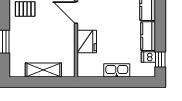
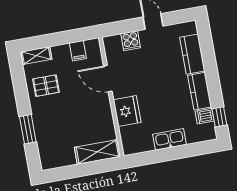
shelving: (43, 70) -> (97, 152), moved

